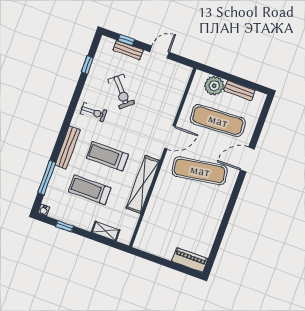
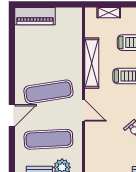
door: (170, 137) -> (83, 111), swing flipped
piano: (190, 260) -> (35, 16), width x1.37, depth x1.33

